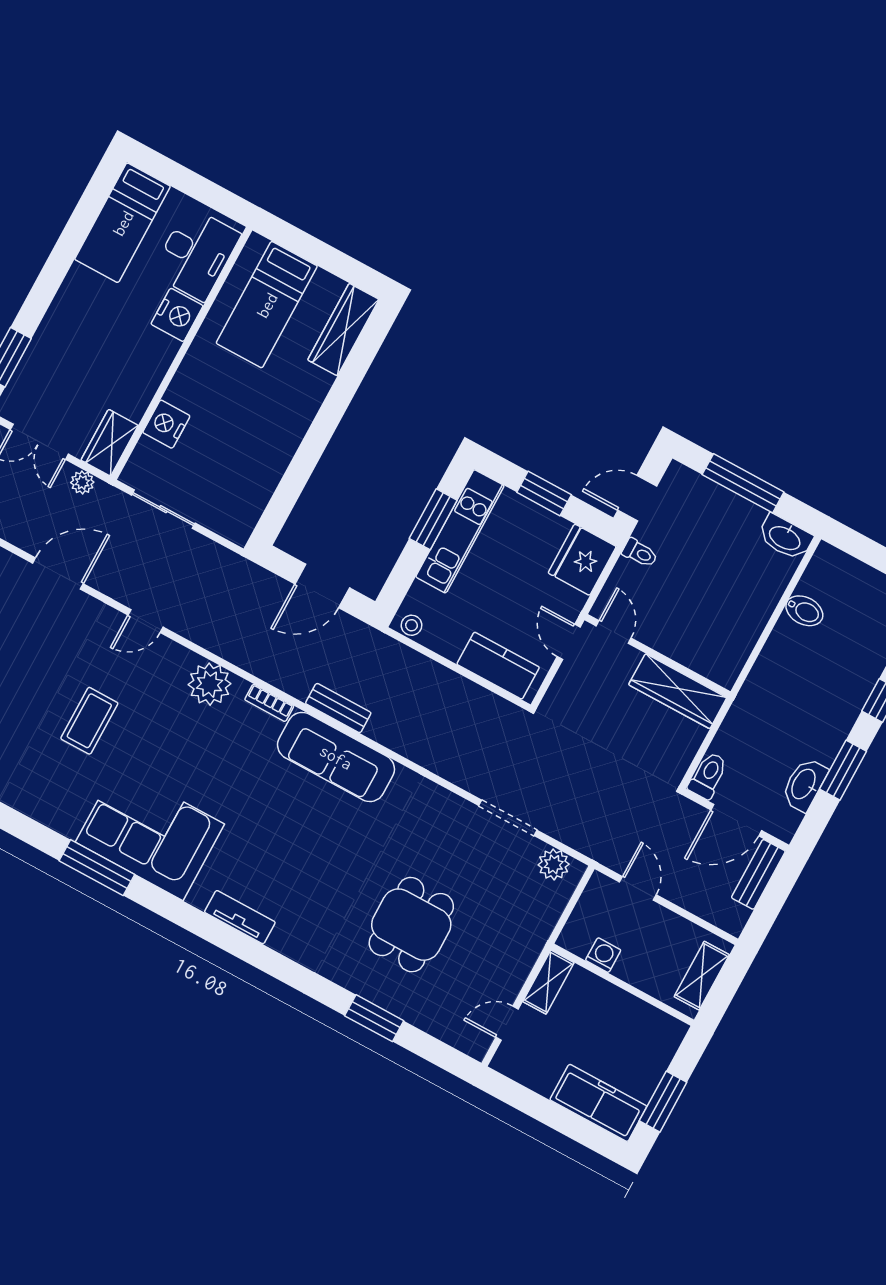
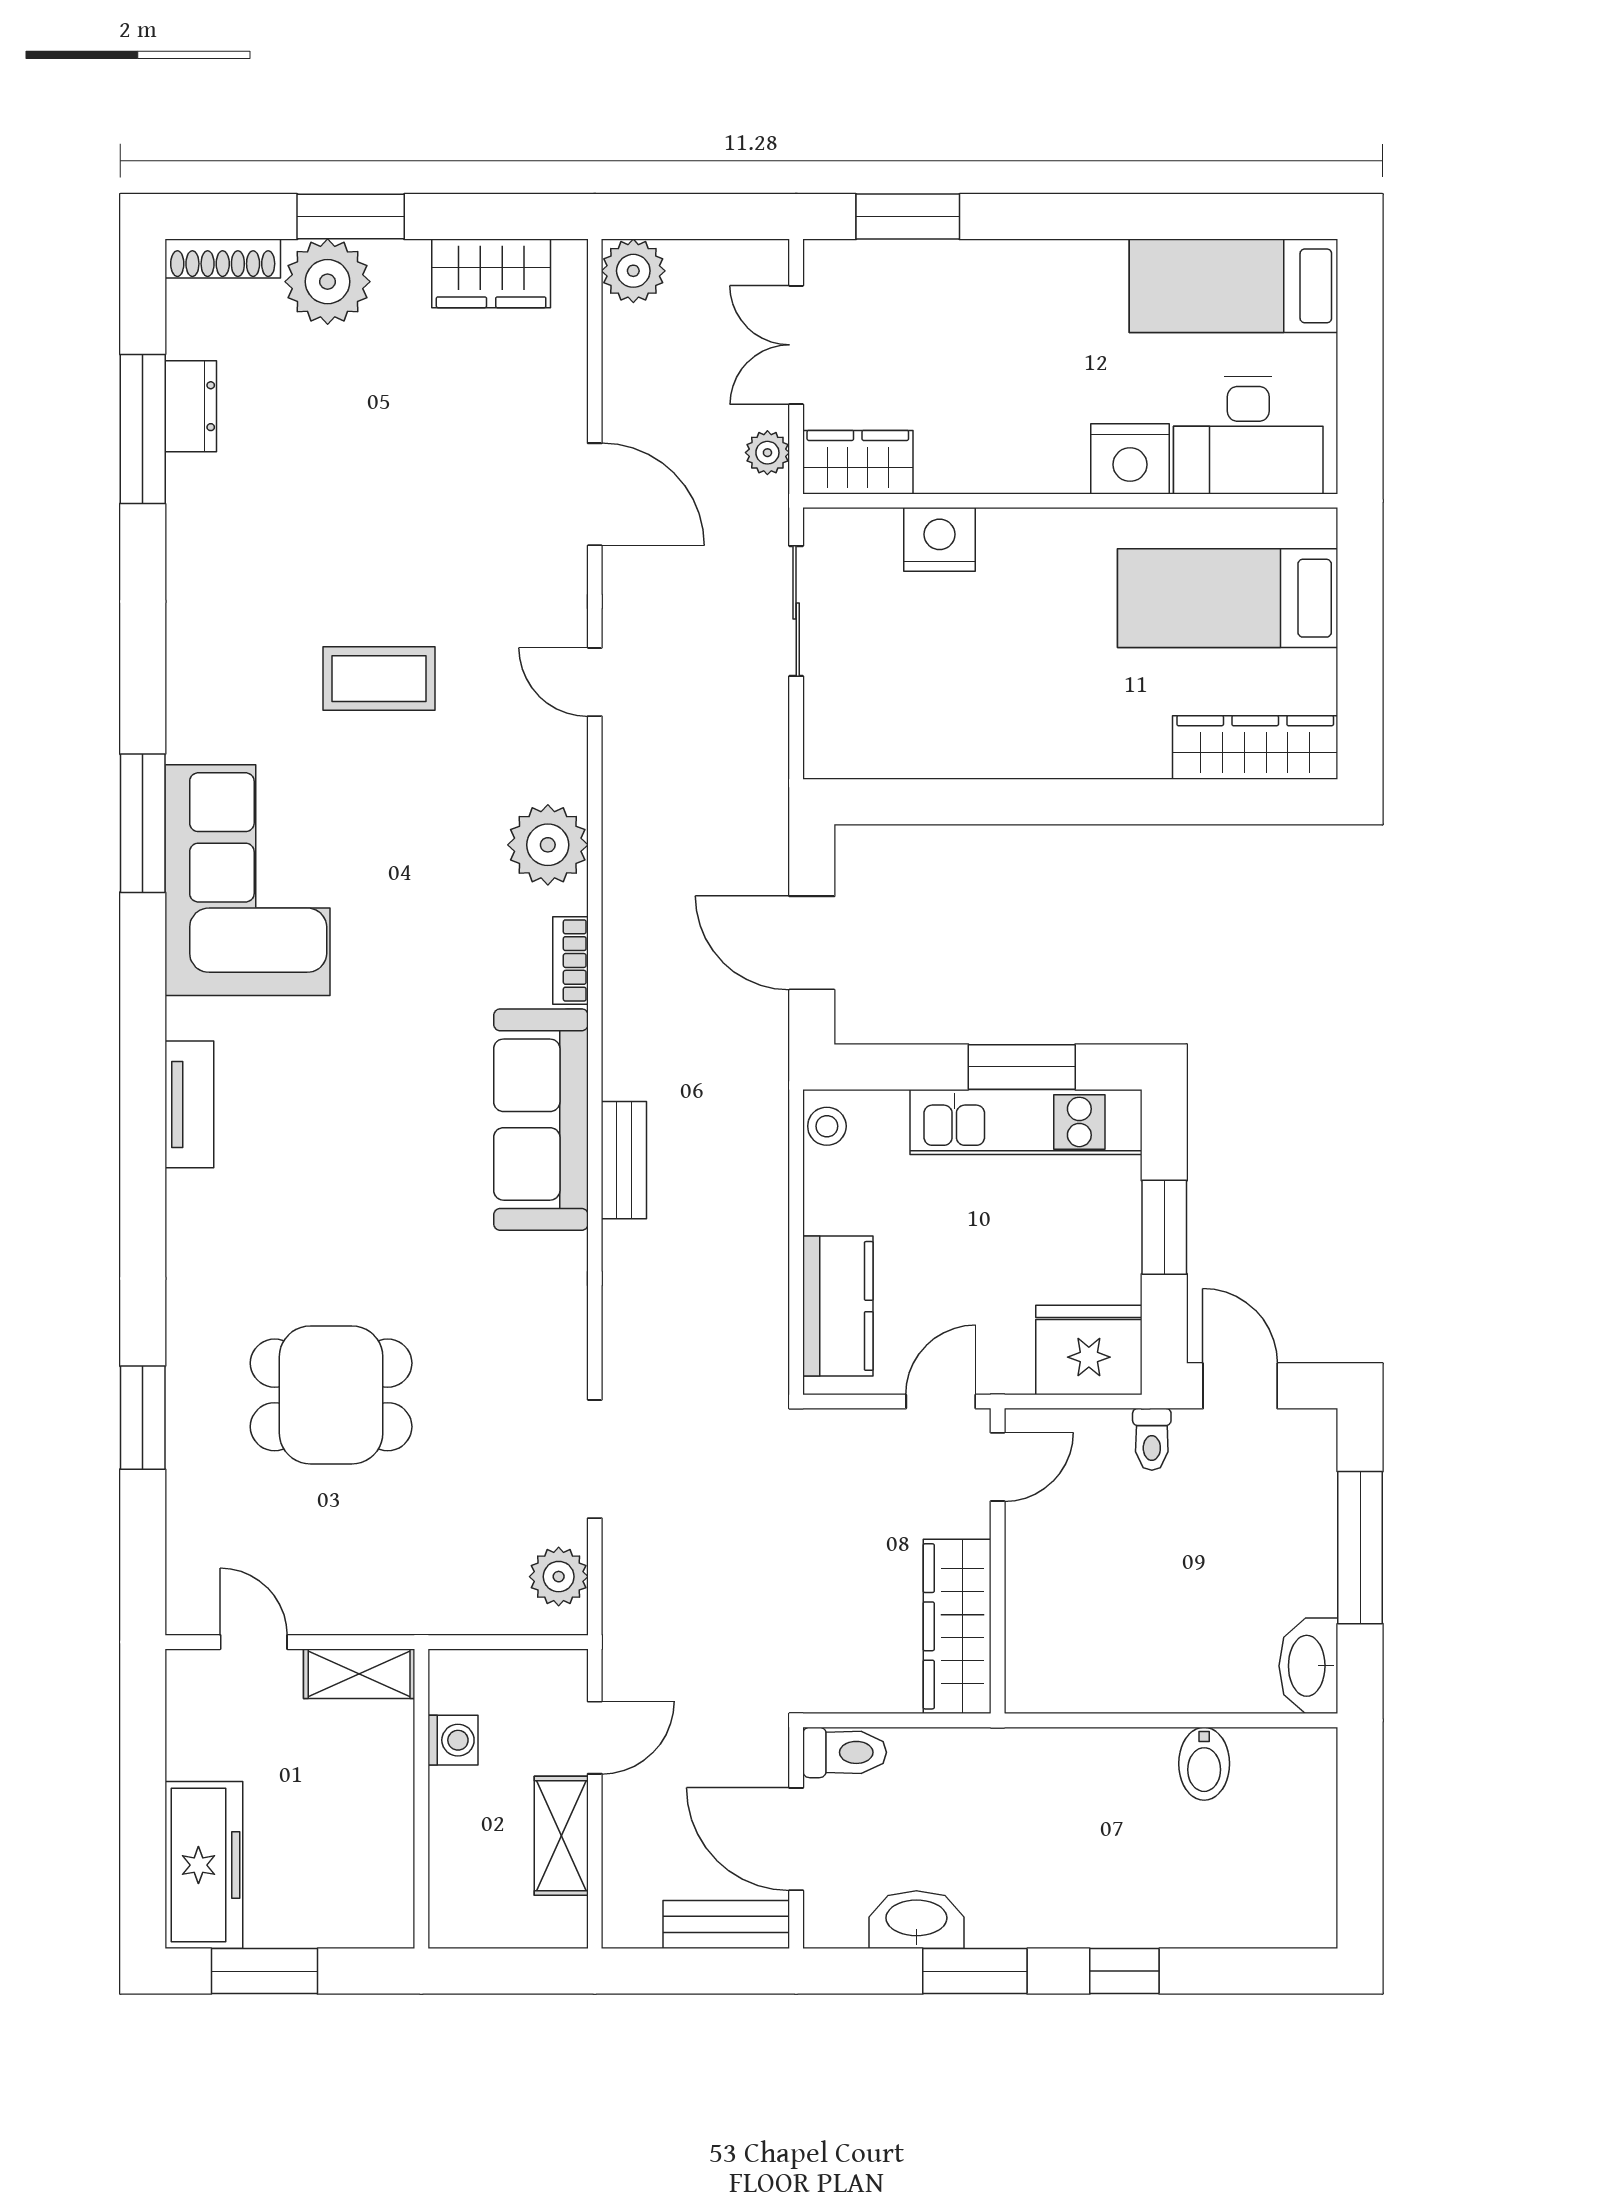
bench: (338, 708) -> (624, 1160), moved
shelving: (702, 976) -> (561, 1836), moved, turned 90

